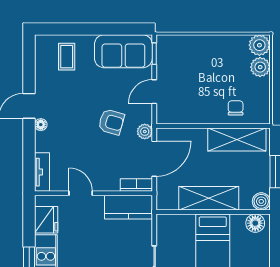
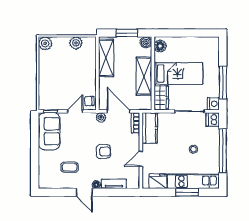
coffee table: (67, 57) -> (70, 167), moved
plant: (260, 67) -> (76, 43), moved
door: (154, 92) -> (75, 111), swing flipped
chair: (236, 108) -> (89, 101), moved
armchair: (111, 122) -> (103, 152), moved, turned 74
tv unit: (42, 172) -> (114, 184), moved
wardrobe: (175, 225) -> (161, 98), added

